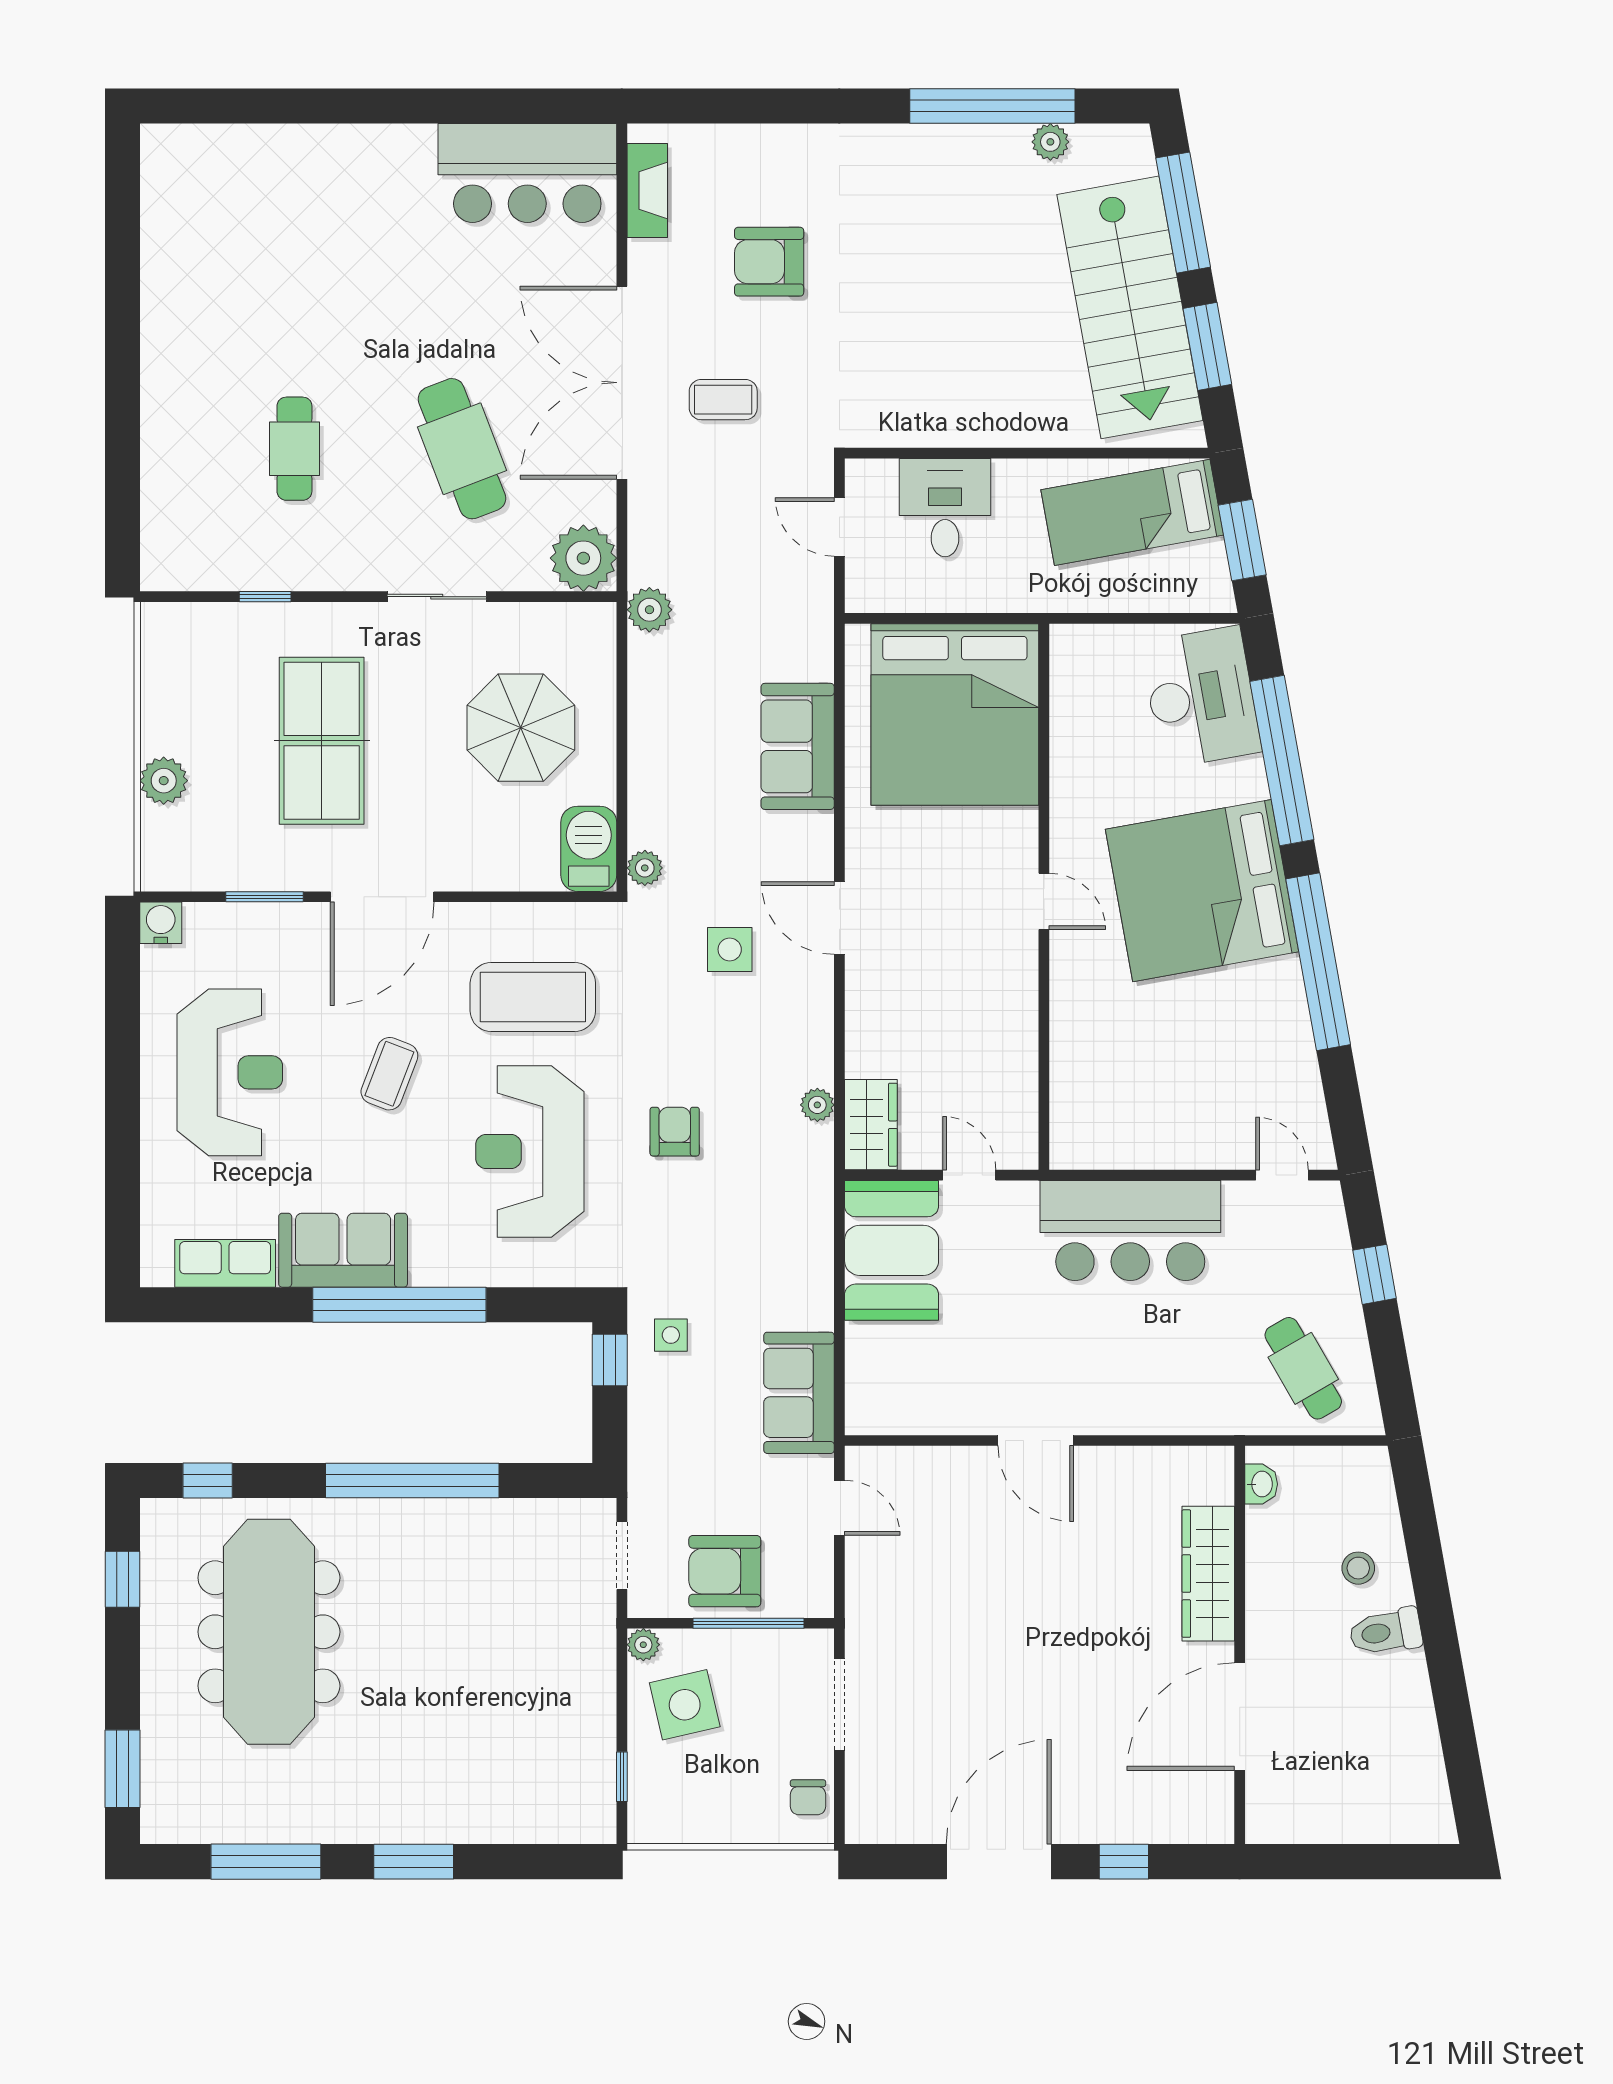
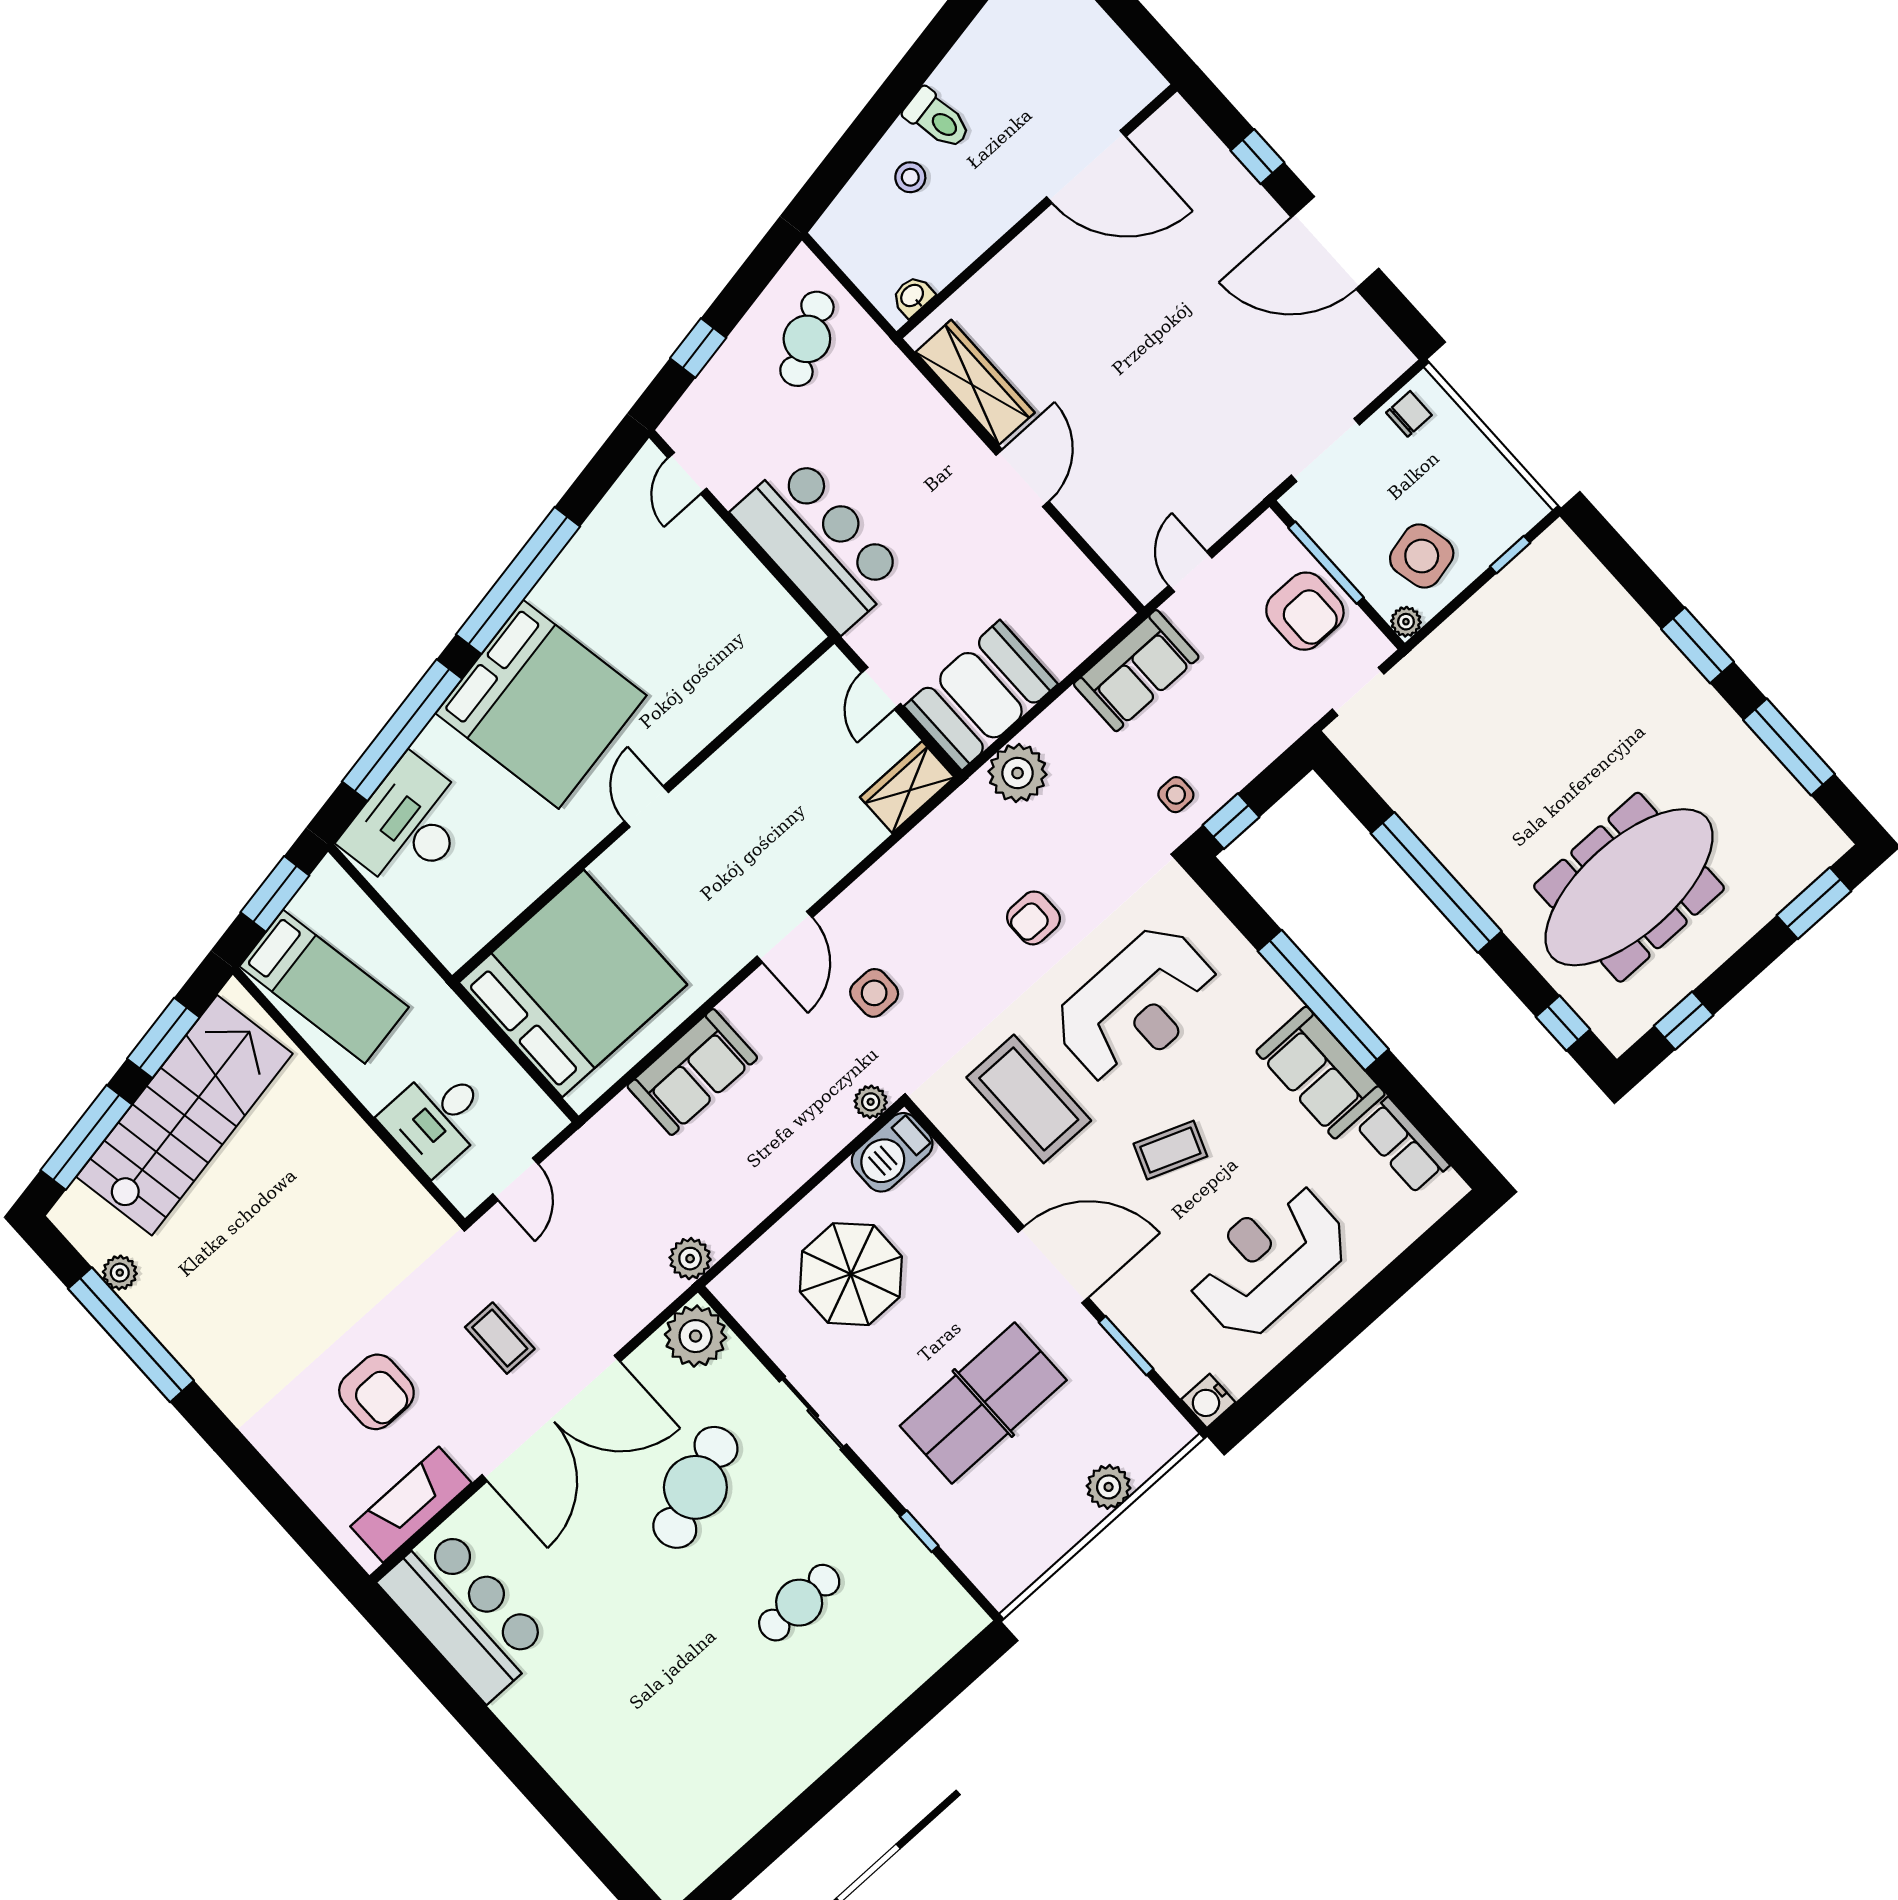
fireplace: (647, 190) -> (411, 1505), width x1.37, depth x1.32
plant: (817, 1105) -> (1018, 773), moved, width x1.88, depth x1.88
wardrobe: (1208, 1574) -> (975, 382), moved, turned -90

